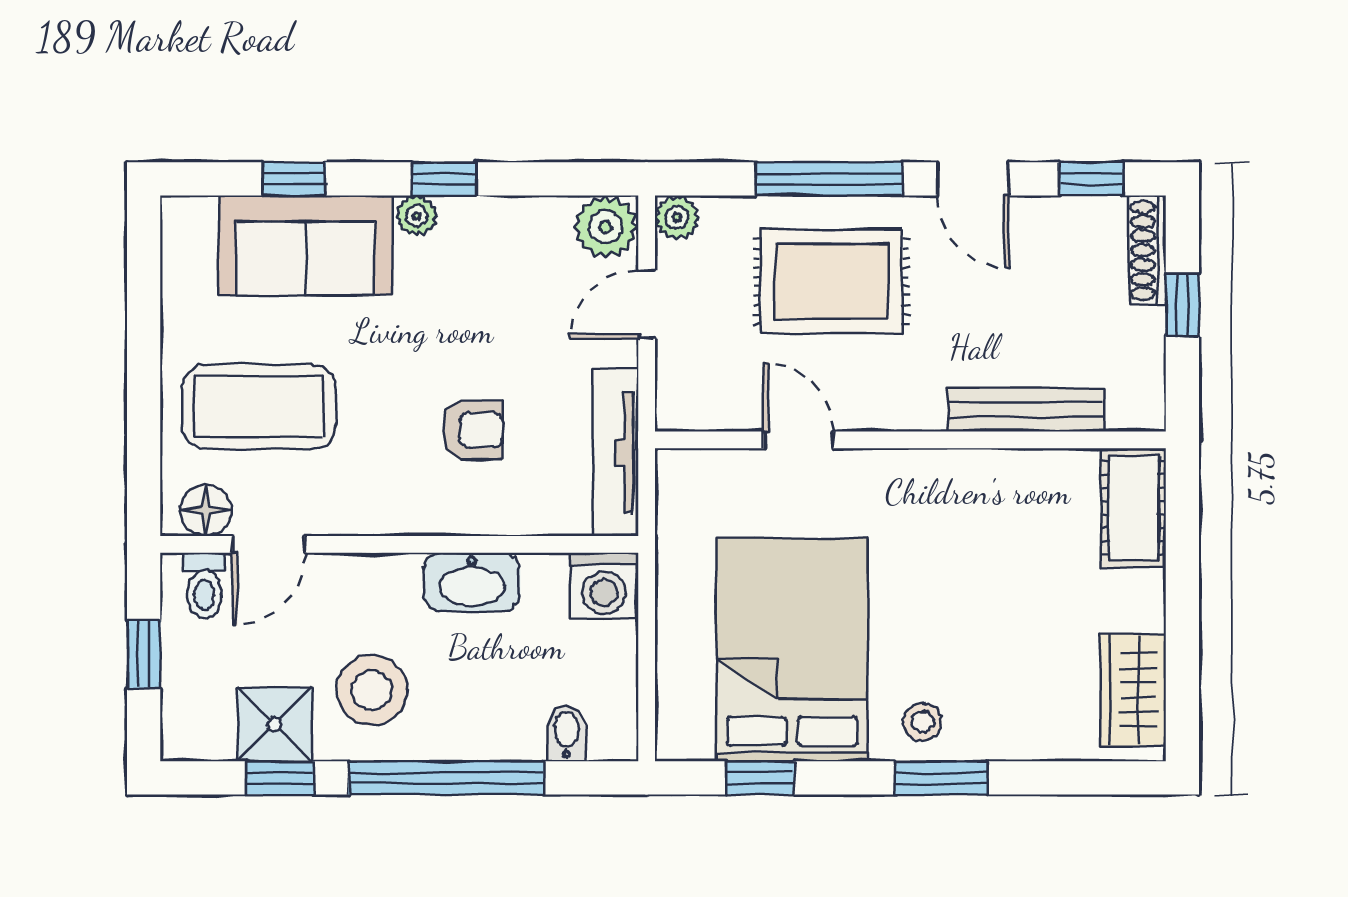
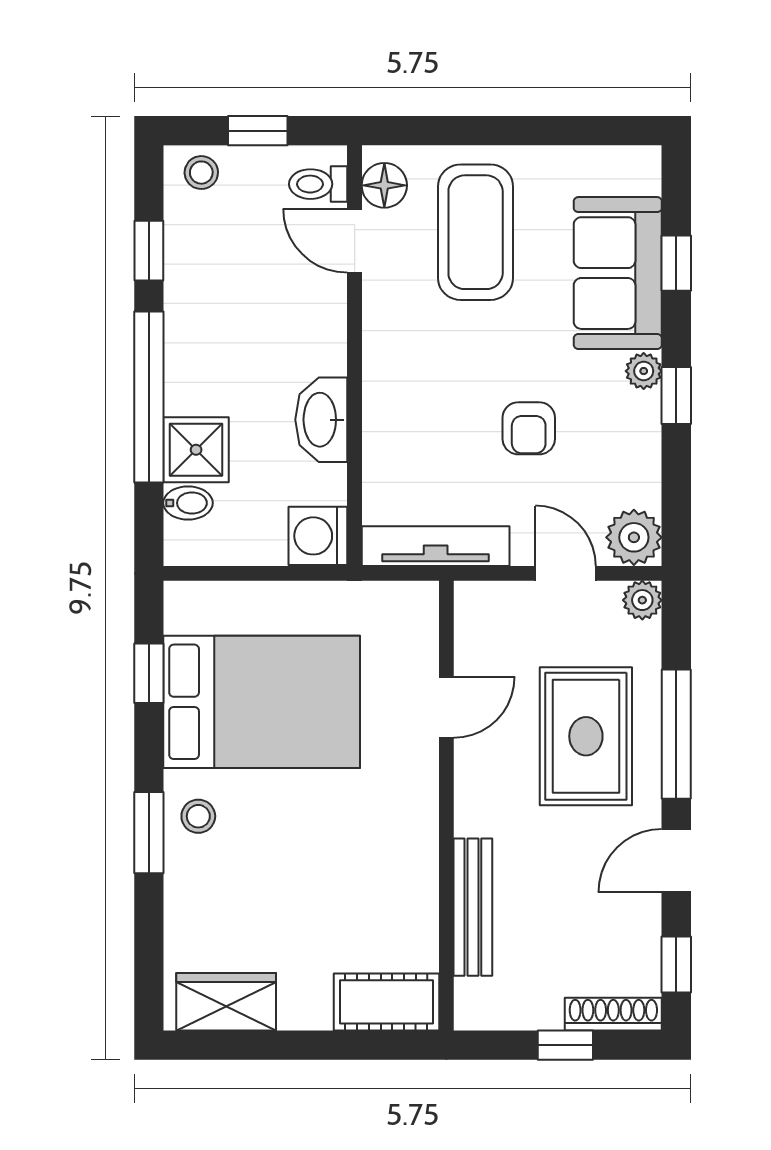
armchair: (473, 430) -> (529, 428), moved
stool: (372, 690) -> (201, 173), moved, width x0.53, depth x0.53
shower: (275, 724) -> (196, 450), moved

